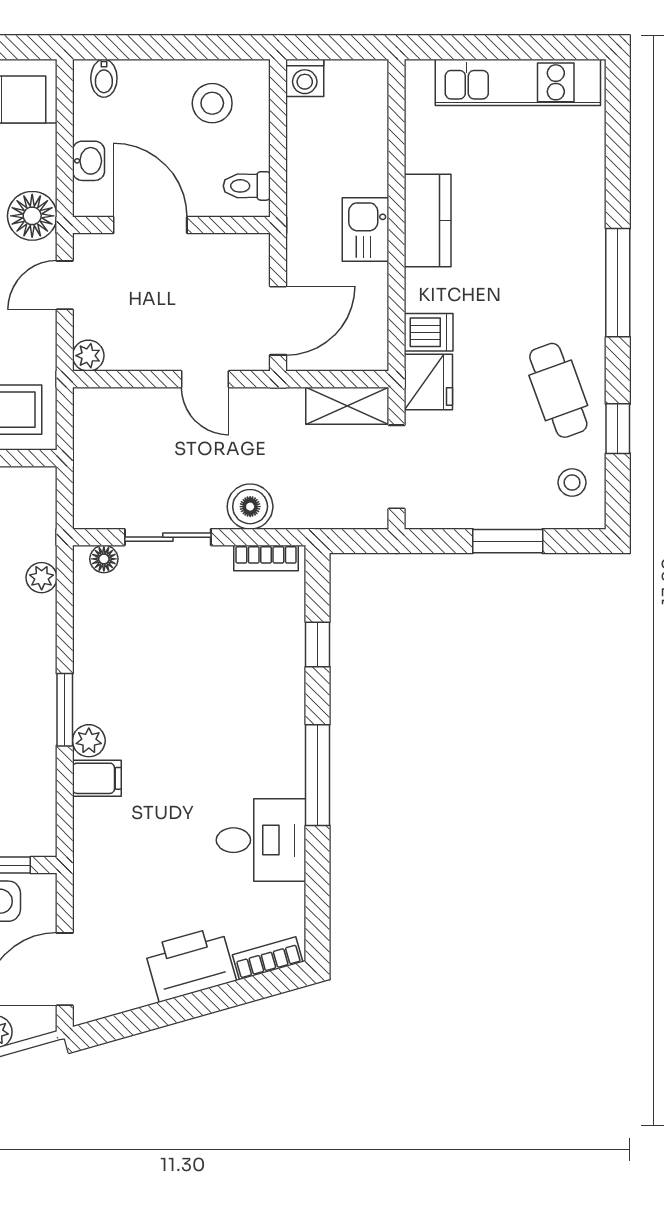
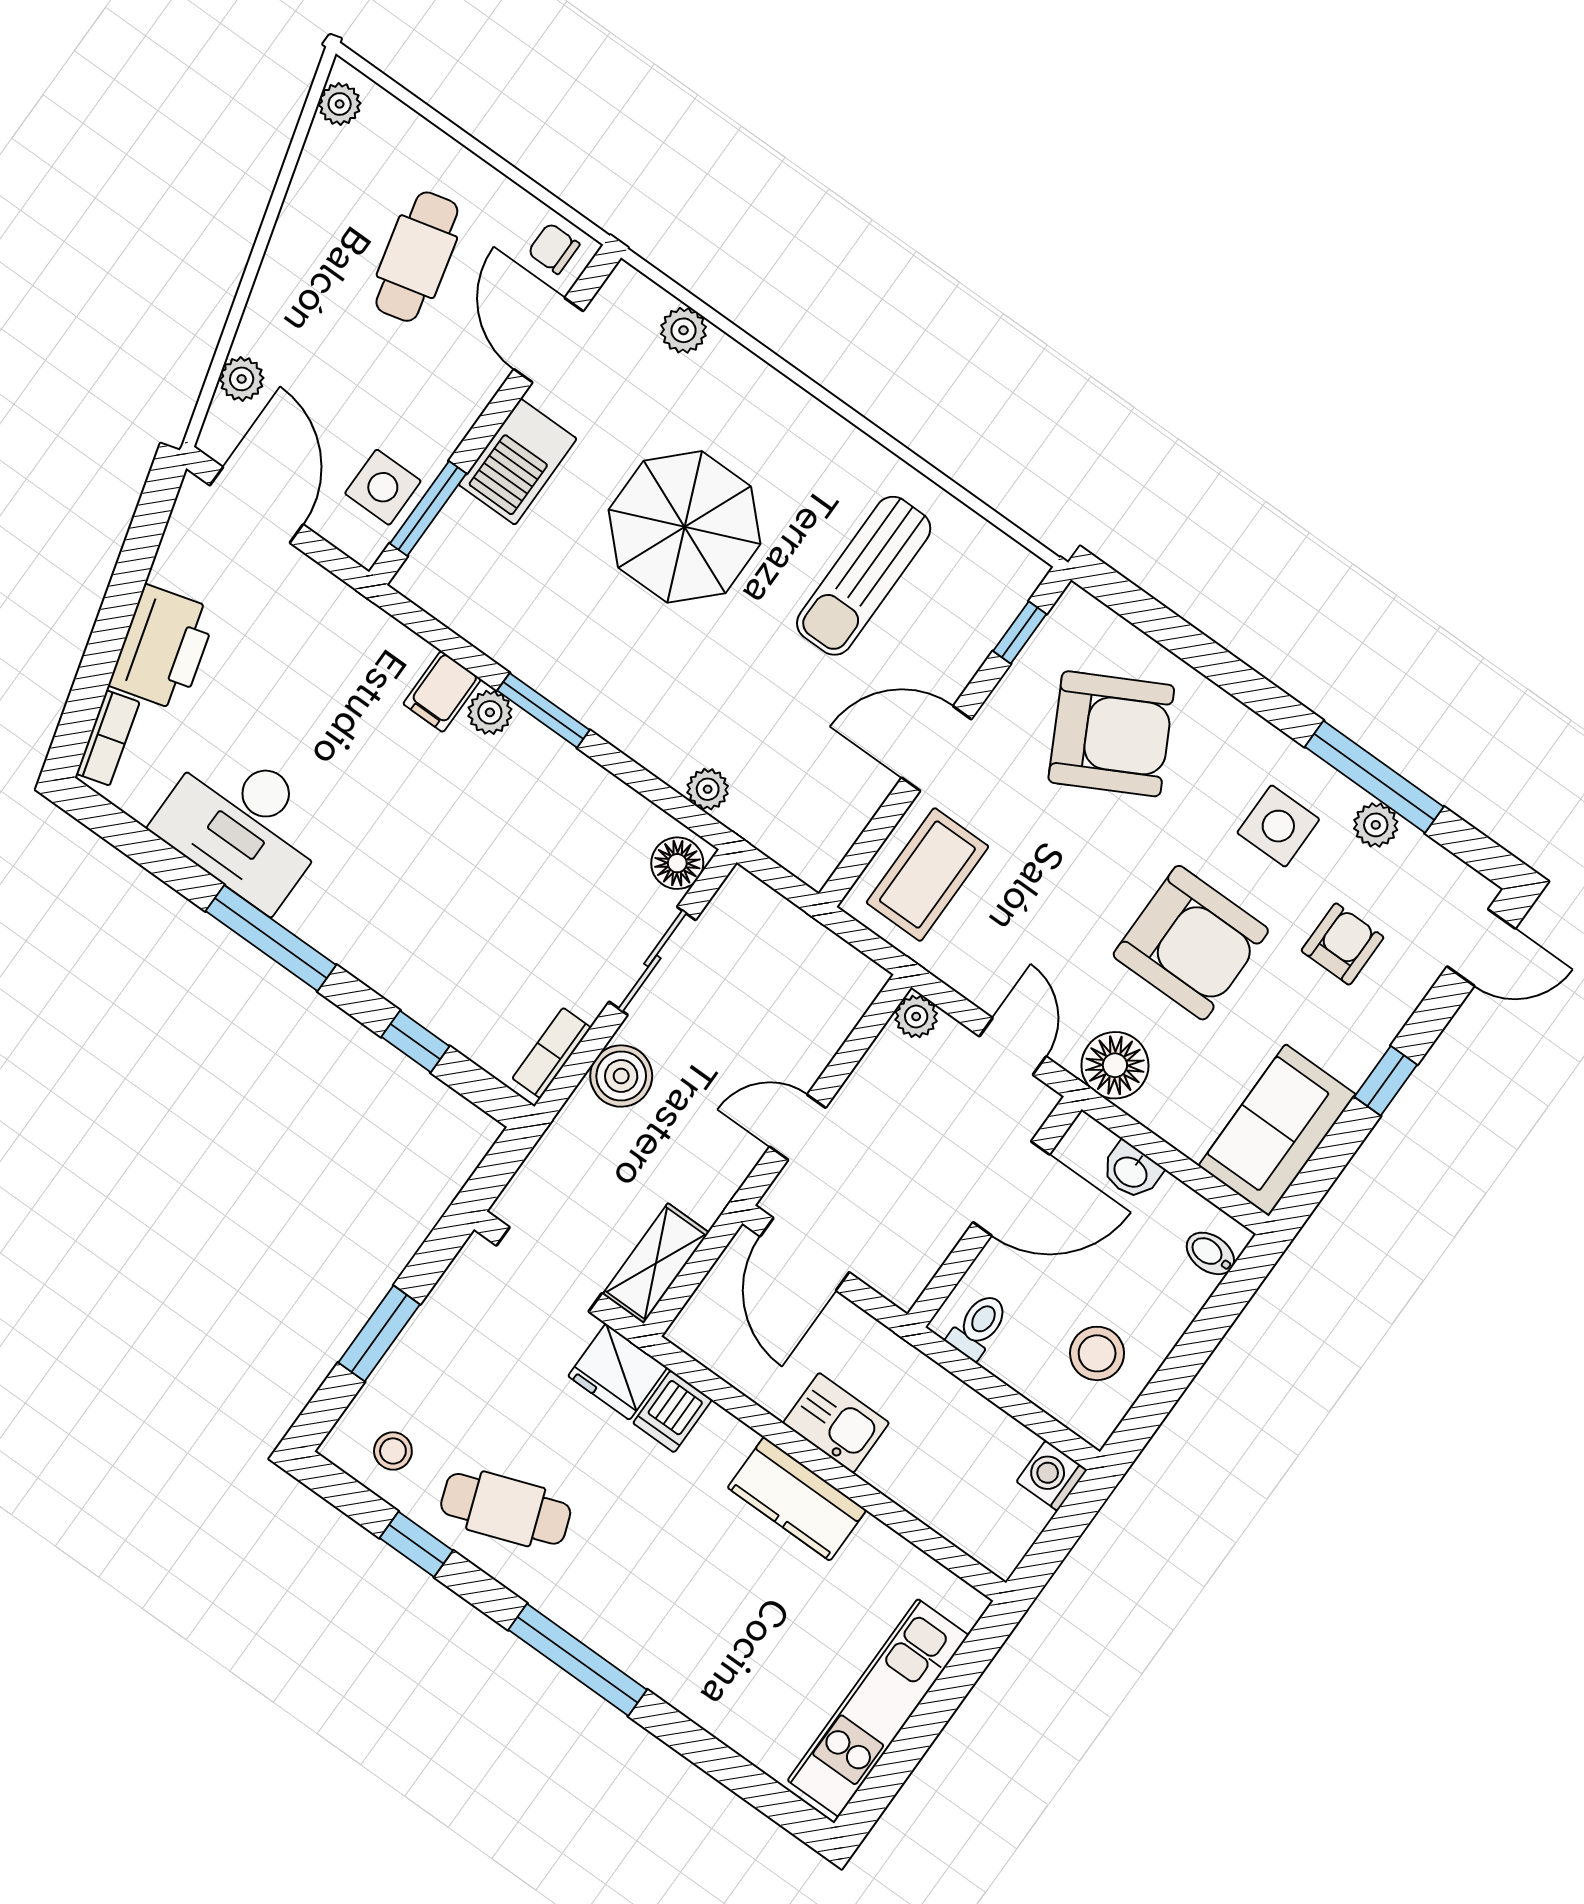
floor lamp: (104, 559) -> (677, 863), width x1.37, depth x1.37
desk: (261, 840) -> (244, 824), width x1.37

